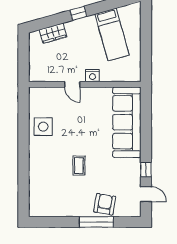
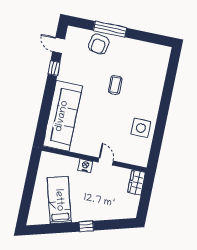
wardrobe: (53, 33) -> (137, 182), moved, turned -74

